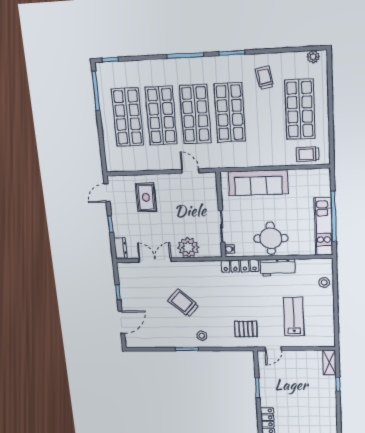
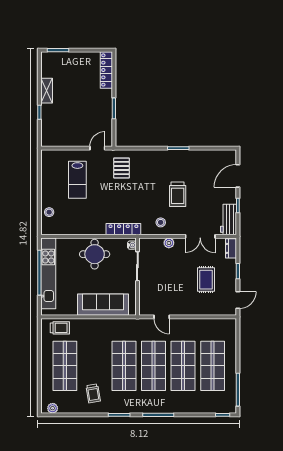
rug: (146, 197) -> (206, 280), moved
kitchen unit: (323, 226) -> (48, 273), width x1.36
plant: (188, 247) -> (169, 243), width x0.53, depth x0.53
workbench: (278, 268) -> (229, 219), moved, turned -90
trolley: (183, 303) -> (178, 194), turned 48
pallet: (246, 329) -> (122, 168), turned 90
stool: (202, 336) -> (161, 222), moved
shelving: (329, 363) -> (47, 91), moved

